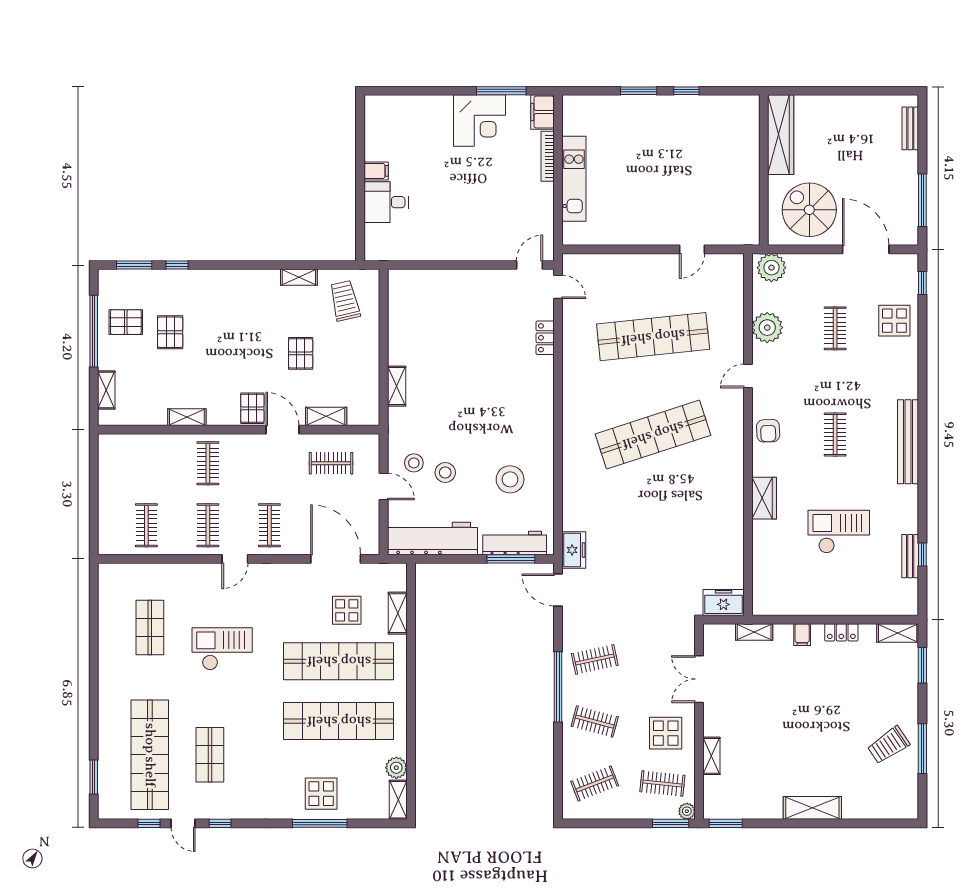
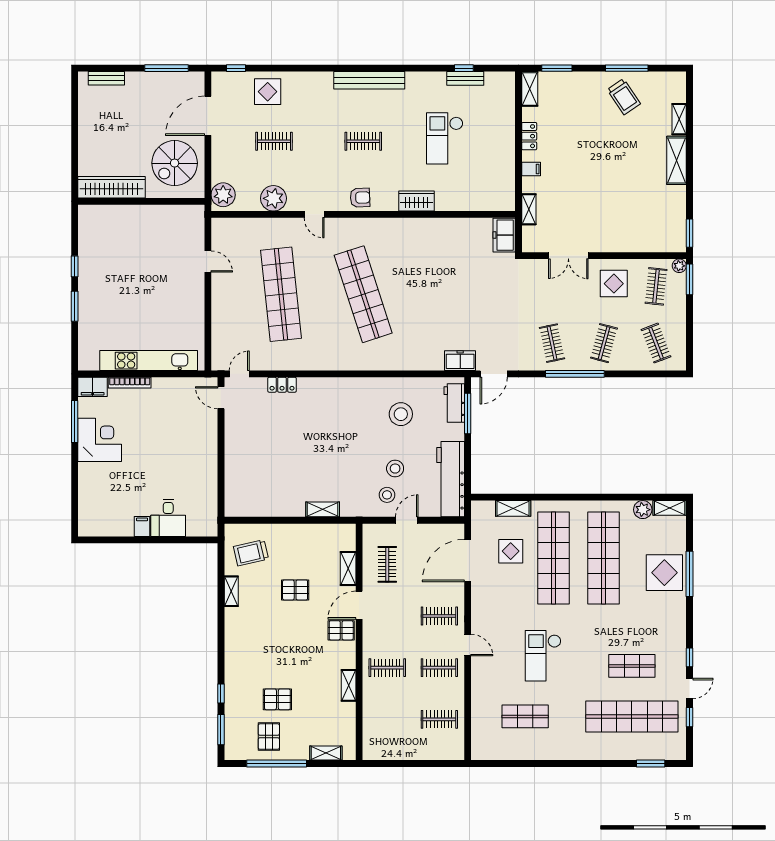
kitchen unit: (574, 179) -> (149, 361), width x1.36
workbench: (515, 543) -> (454, 403), width x0.73
shelving: (711, 756) -> (679, 119), moved, turned 90
display table: (321, 794) -> (664, 573), width x1.36, depth x1.36

